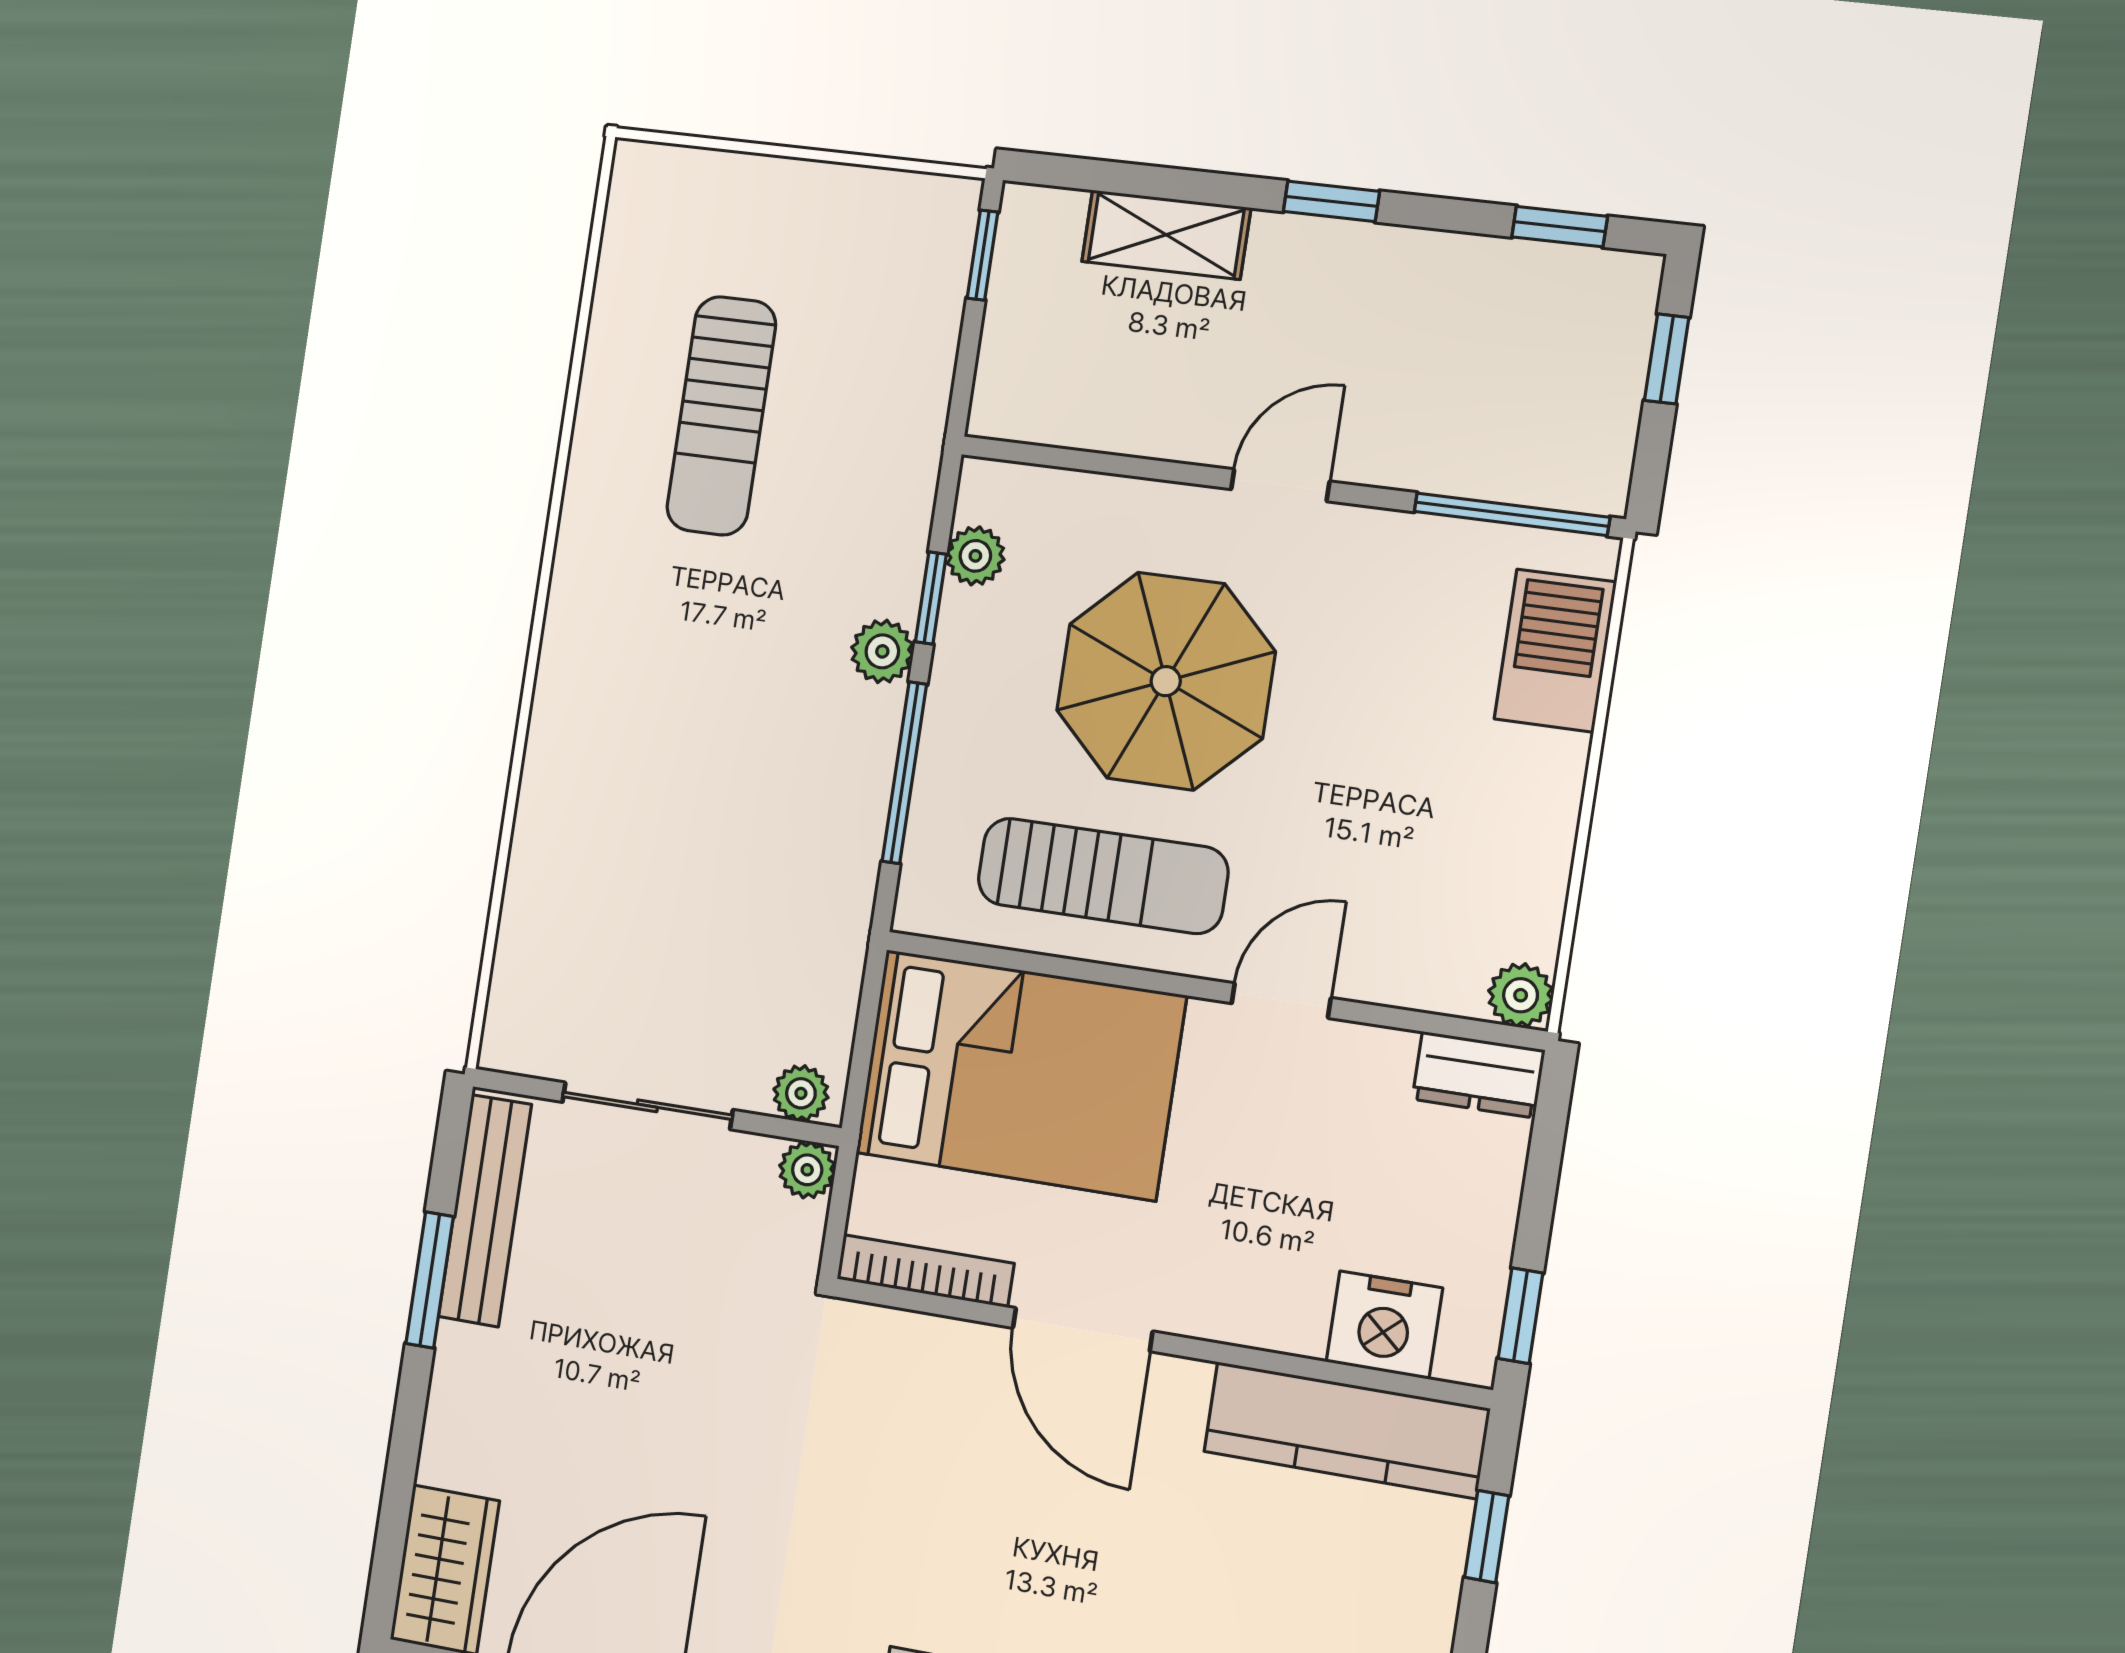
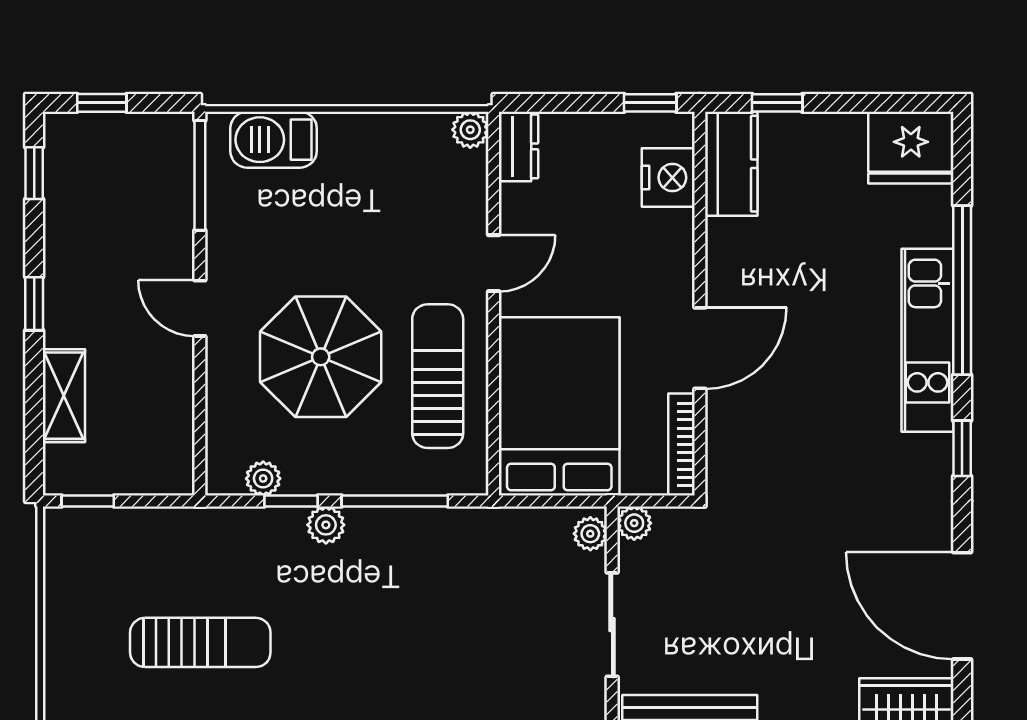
door: (1281, 1001) -> (494, 263), swing flipped
kitchen counter: (1346, 1430) -> (731, 164), width x0.67

